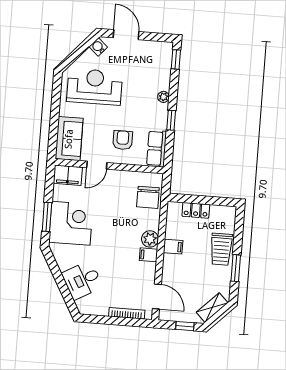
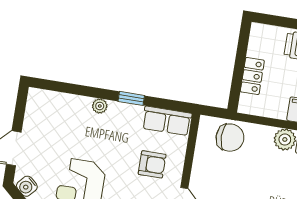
window: (176, 59) -> (52, 86), removed
armchair: (123, 140) -> (152, 164), turned 180

